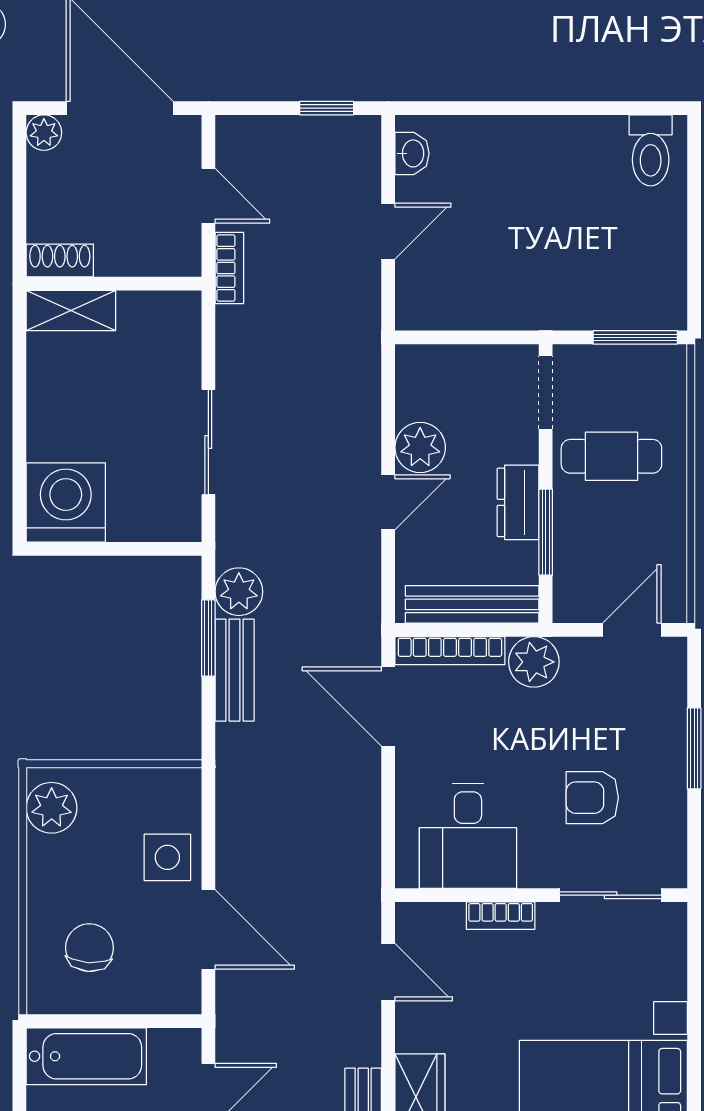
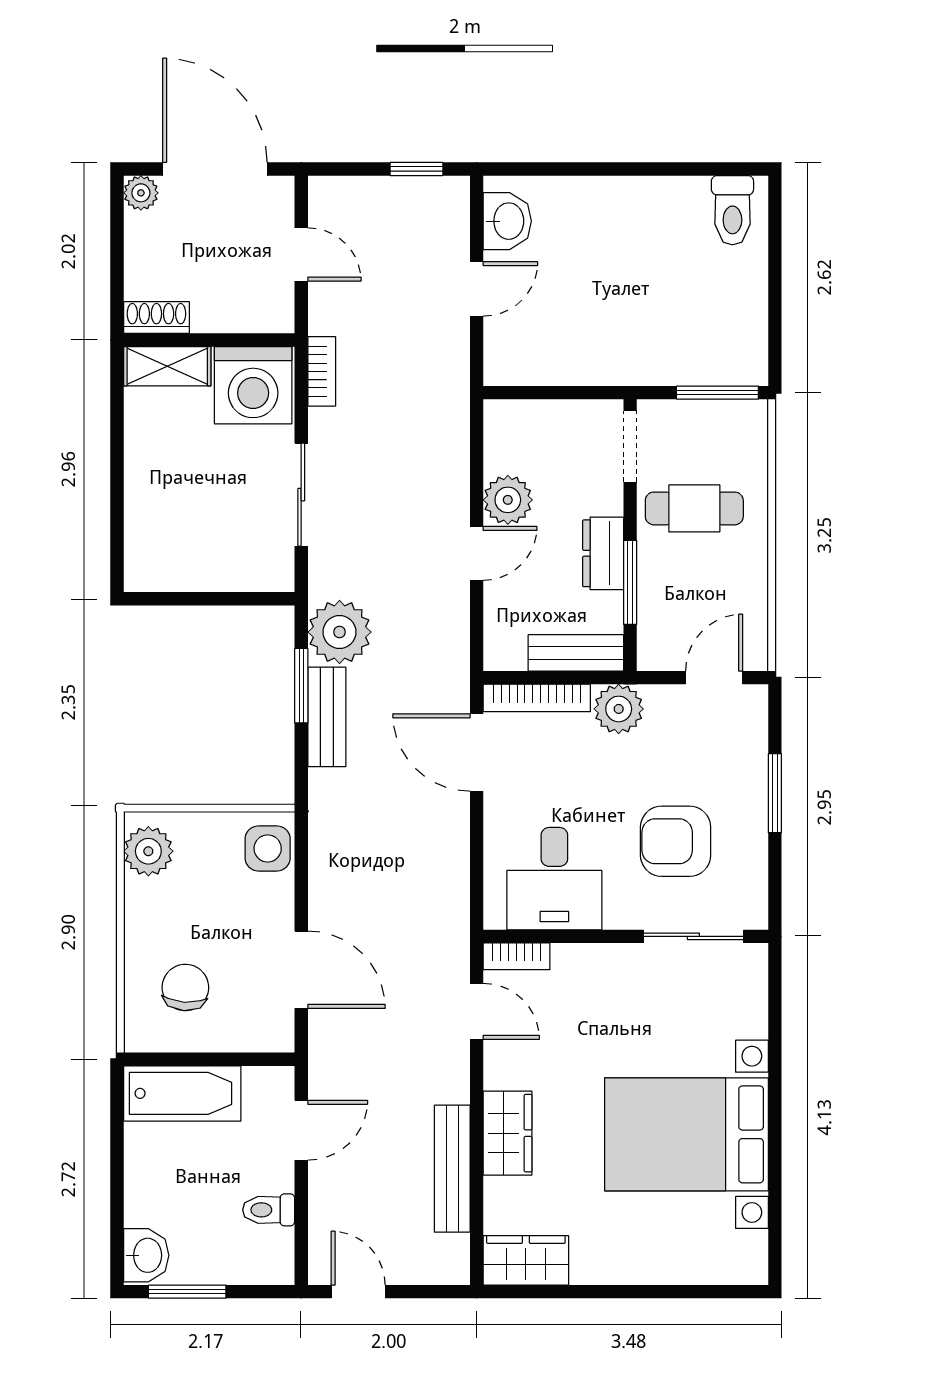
washbasin: (412, 153) -> (507, 221), width x1.38, depth x1.45
bookcase: (229, 268) -> (322, 371), moved
washing machine: (66, 502) -> (253, 385), moved, turned 180
plant: (239, 592) -> (340, 632), width x1.36, depth x1.36
bench: (472, 604) -> (576, 653), width x0.73
armchair: (592, 798) -> (676, 841), width x1.38, depth x1.38
side table: (167, 857) -> (268, 848), moved
bookcase: (501, 916) -> (517, 956), moved

